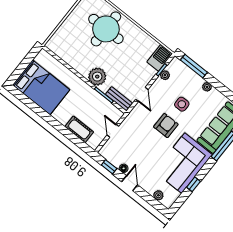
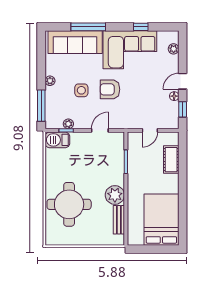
plant: (97, 77) -> (115, 195), moved
bench: (119, 99) -> (119, 220), moved

